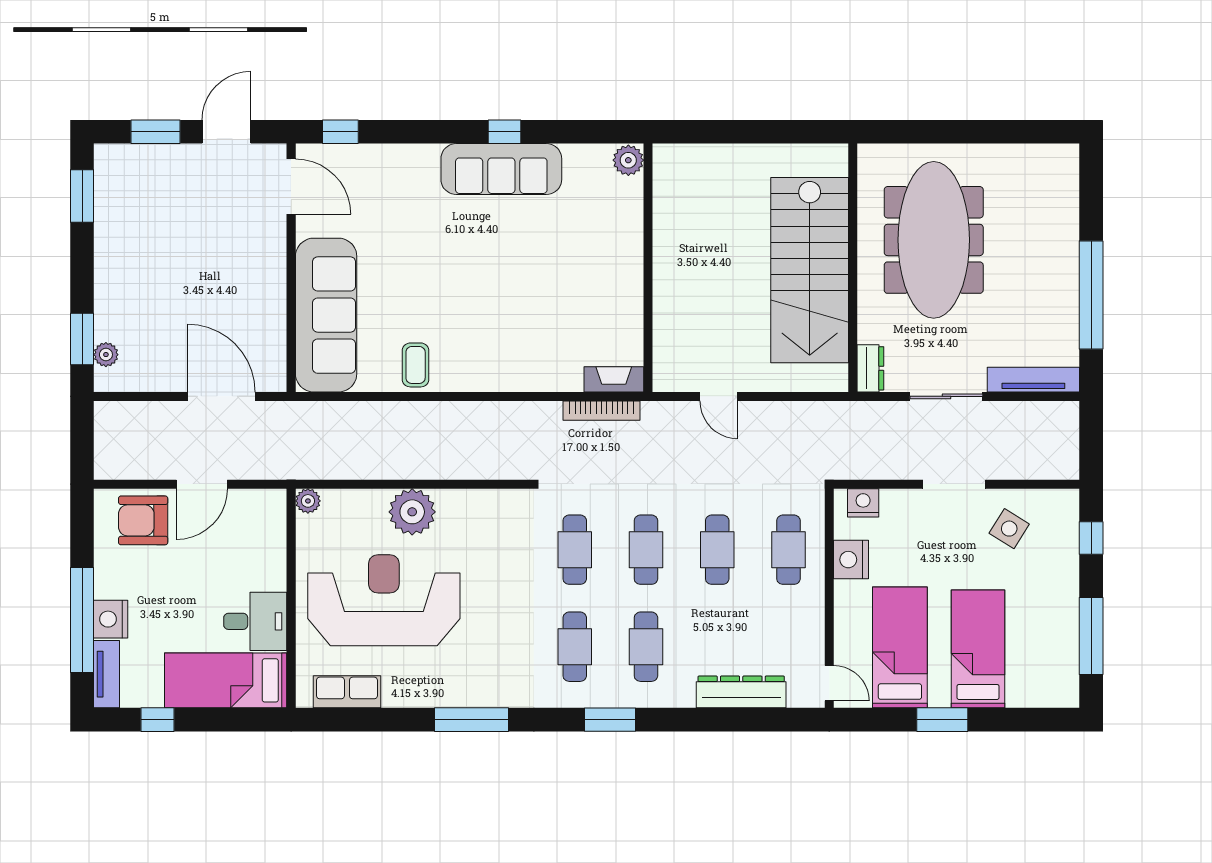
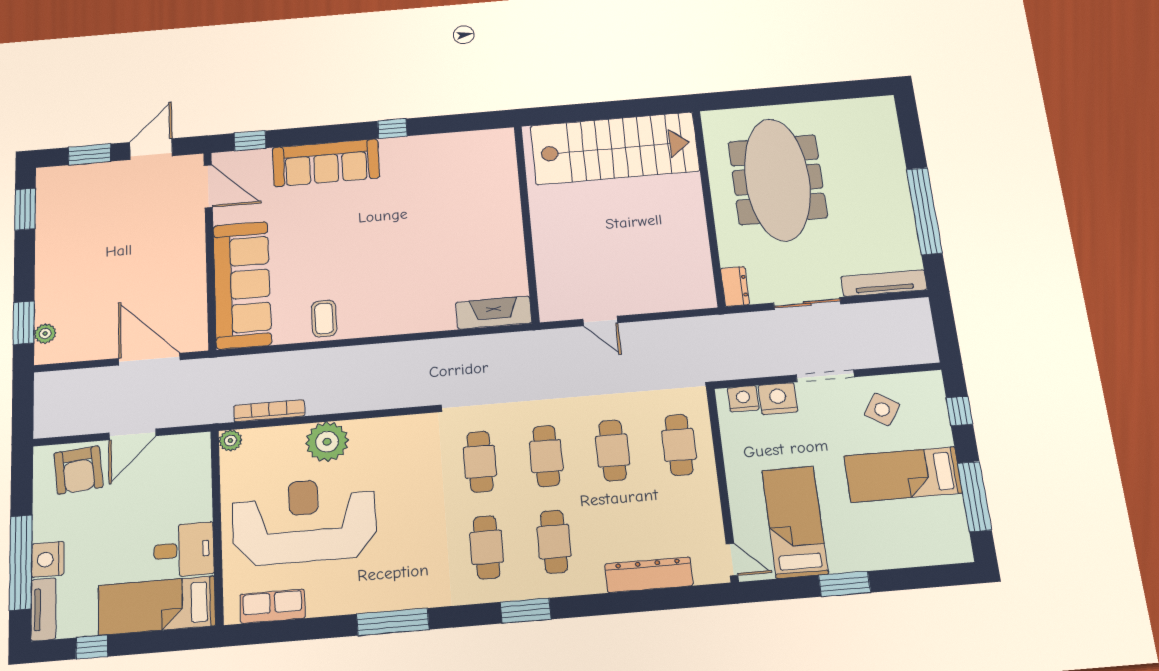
plant: (628, 160) -> (502, 141), removed
sofa: (501, 169) -> (326, 163), moved
stairs: (810, 270) -> (615, 148), moved, turned -90
fireplace: (614, 379) -> (494, 313), width x1.37, depth x1.32
bookcase: (602, 411) -> (269, 411), moved, turned 180
armchair: (143, 520) -> (78, 470), turned -95
nightstand: (851, 560) -> (778, 399), moved, turned 90
bed: (978, 649) -> (903, 474), moved, turned -90

